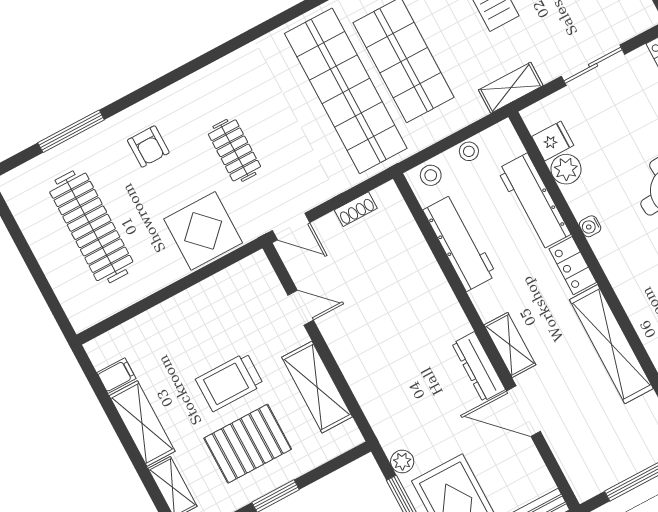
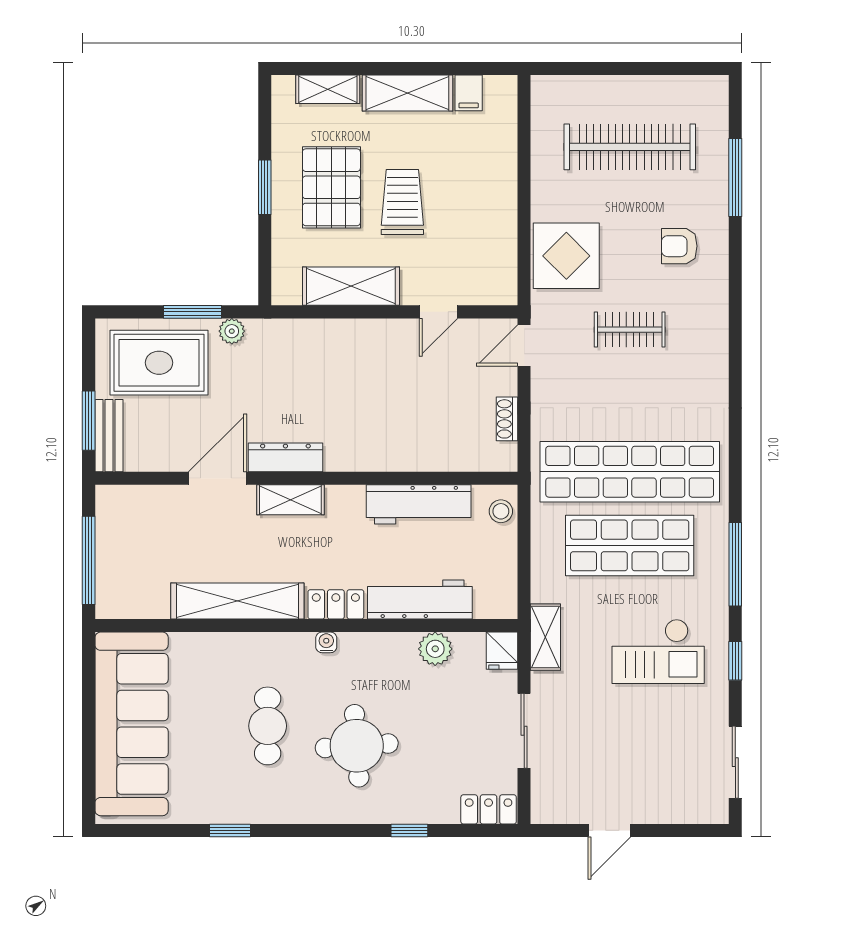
fridge: (553, 141) -> (502, 651), moved
stool: (469, 151) -> (504, 562), removed
water cooler: (590, 226) -> (326, 642), moved

